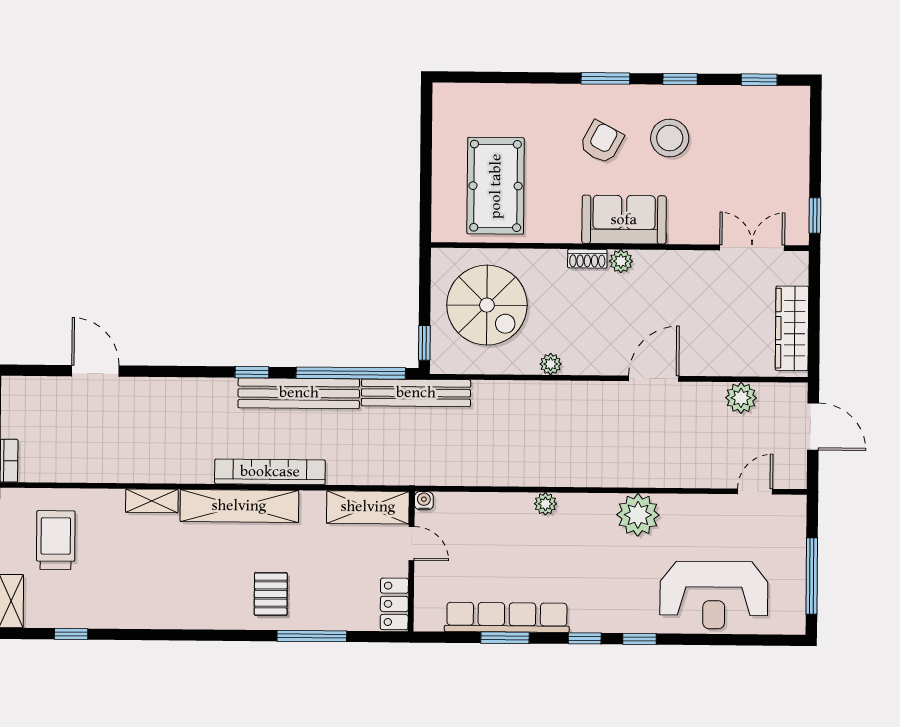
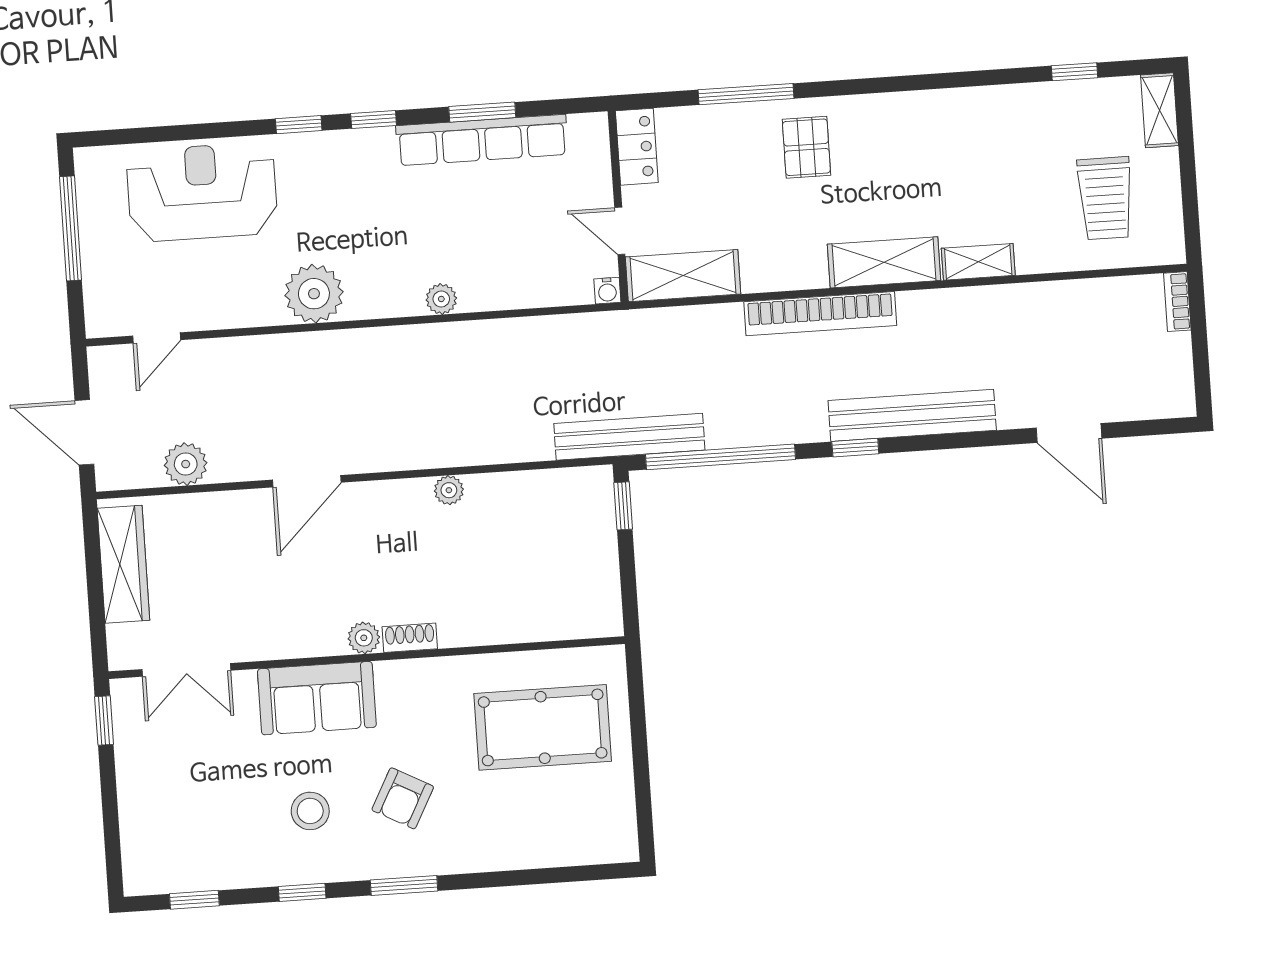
stool: (670, 138) -> (310, 811), width x0.73, depth x0.73
pool table: (496, 186) -> (543, 727), turned 90
sofa: (624, 220) -> (317, 698), moved
spiral stairs: (487, 305) -> (542, 564), removed
bench: (299, 393) -> (912, 415), moved
shelving: (239, 506) -> (884, 262), width x0.68

